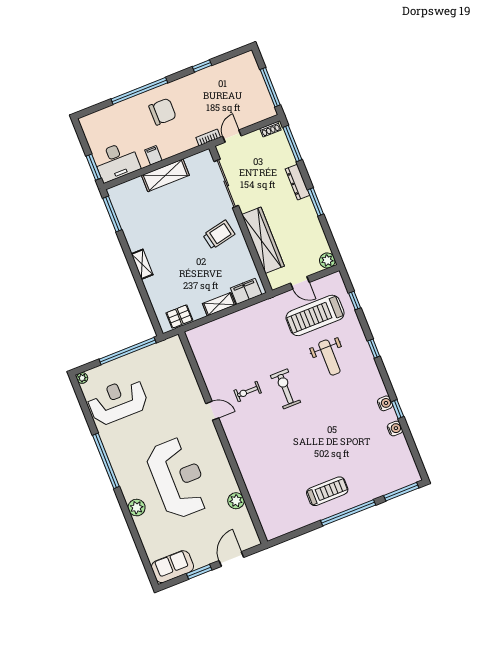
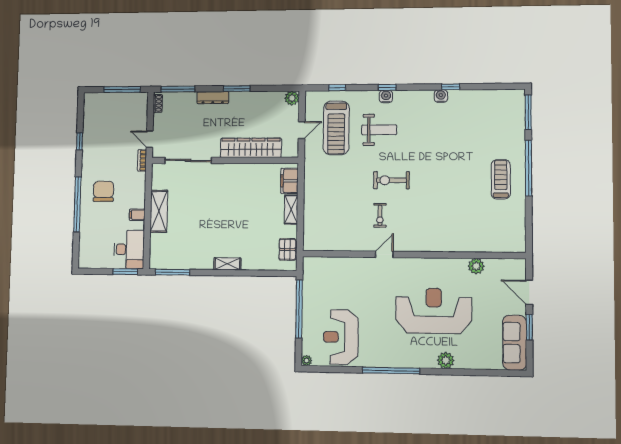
trolley: (219, 235) -> (230, 185), removed
water cooler: (395, 428) -> (386, 96), moved
sofa: (173, 567) -> (515, 343), width x1.36

